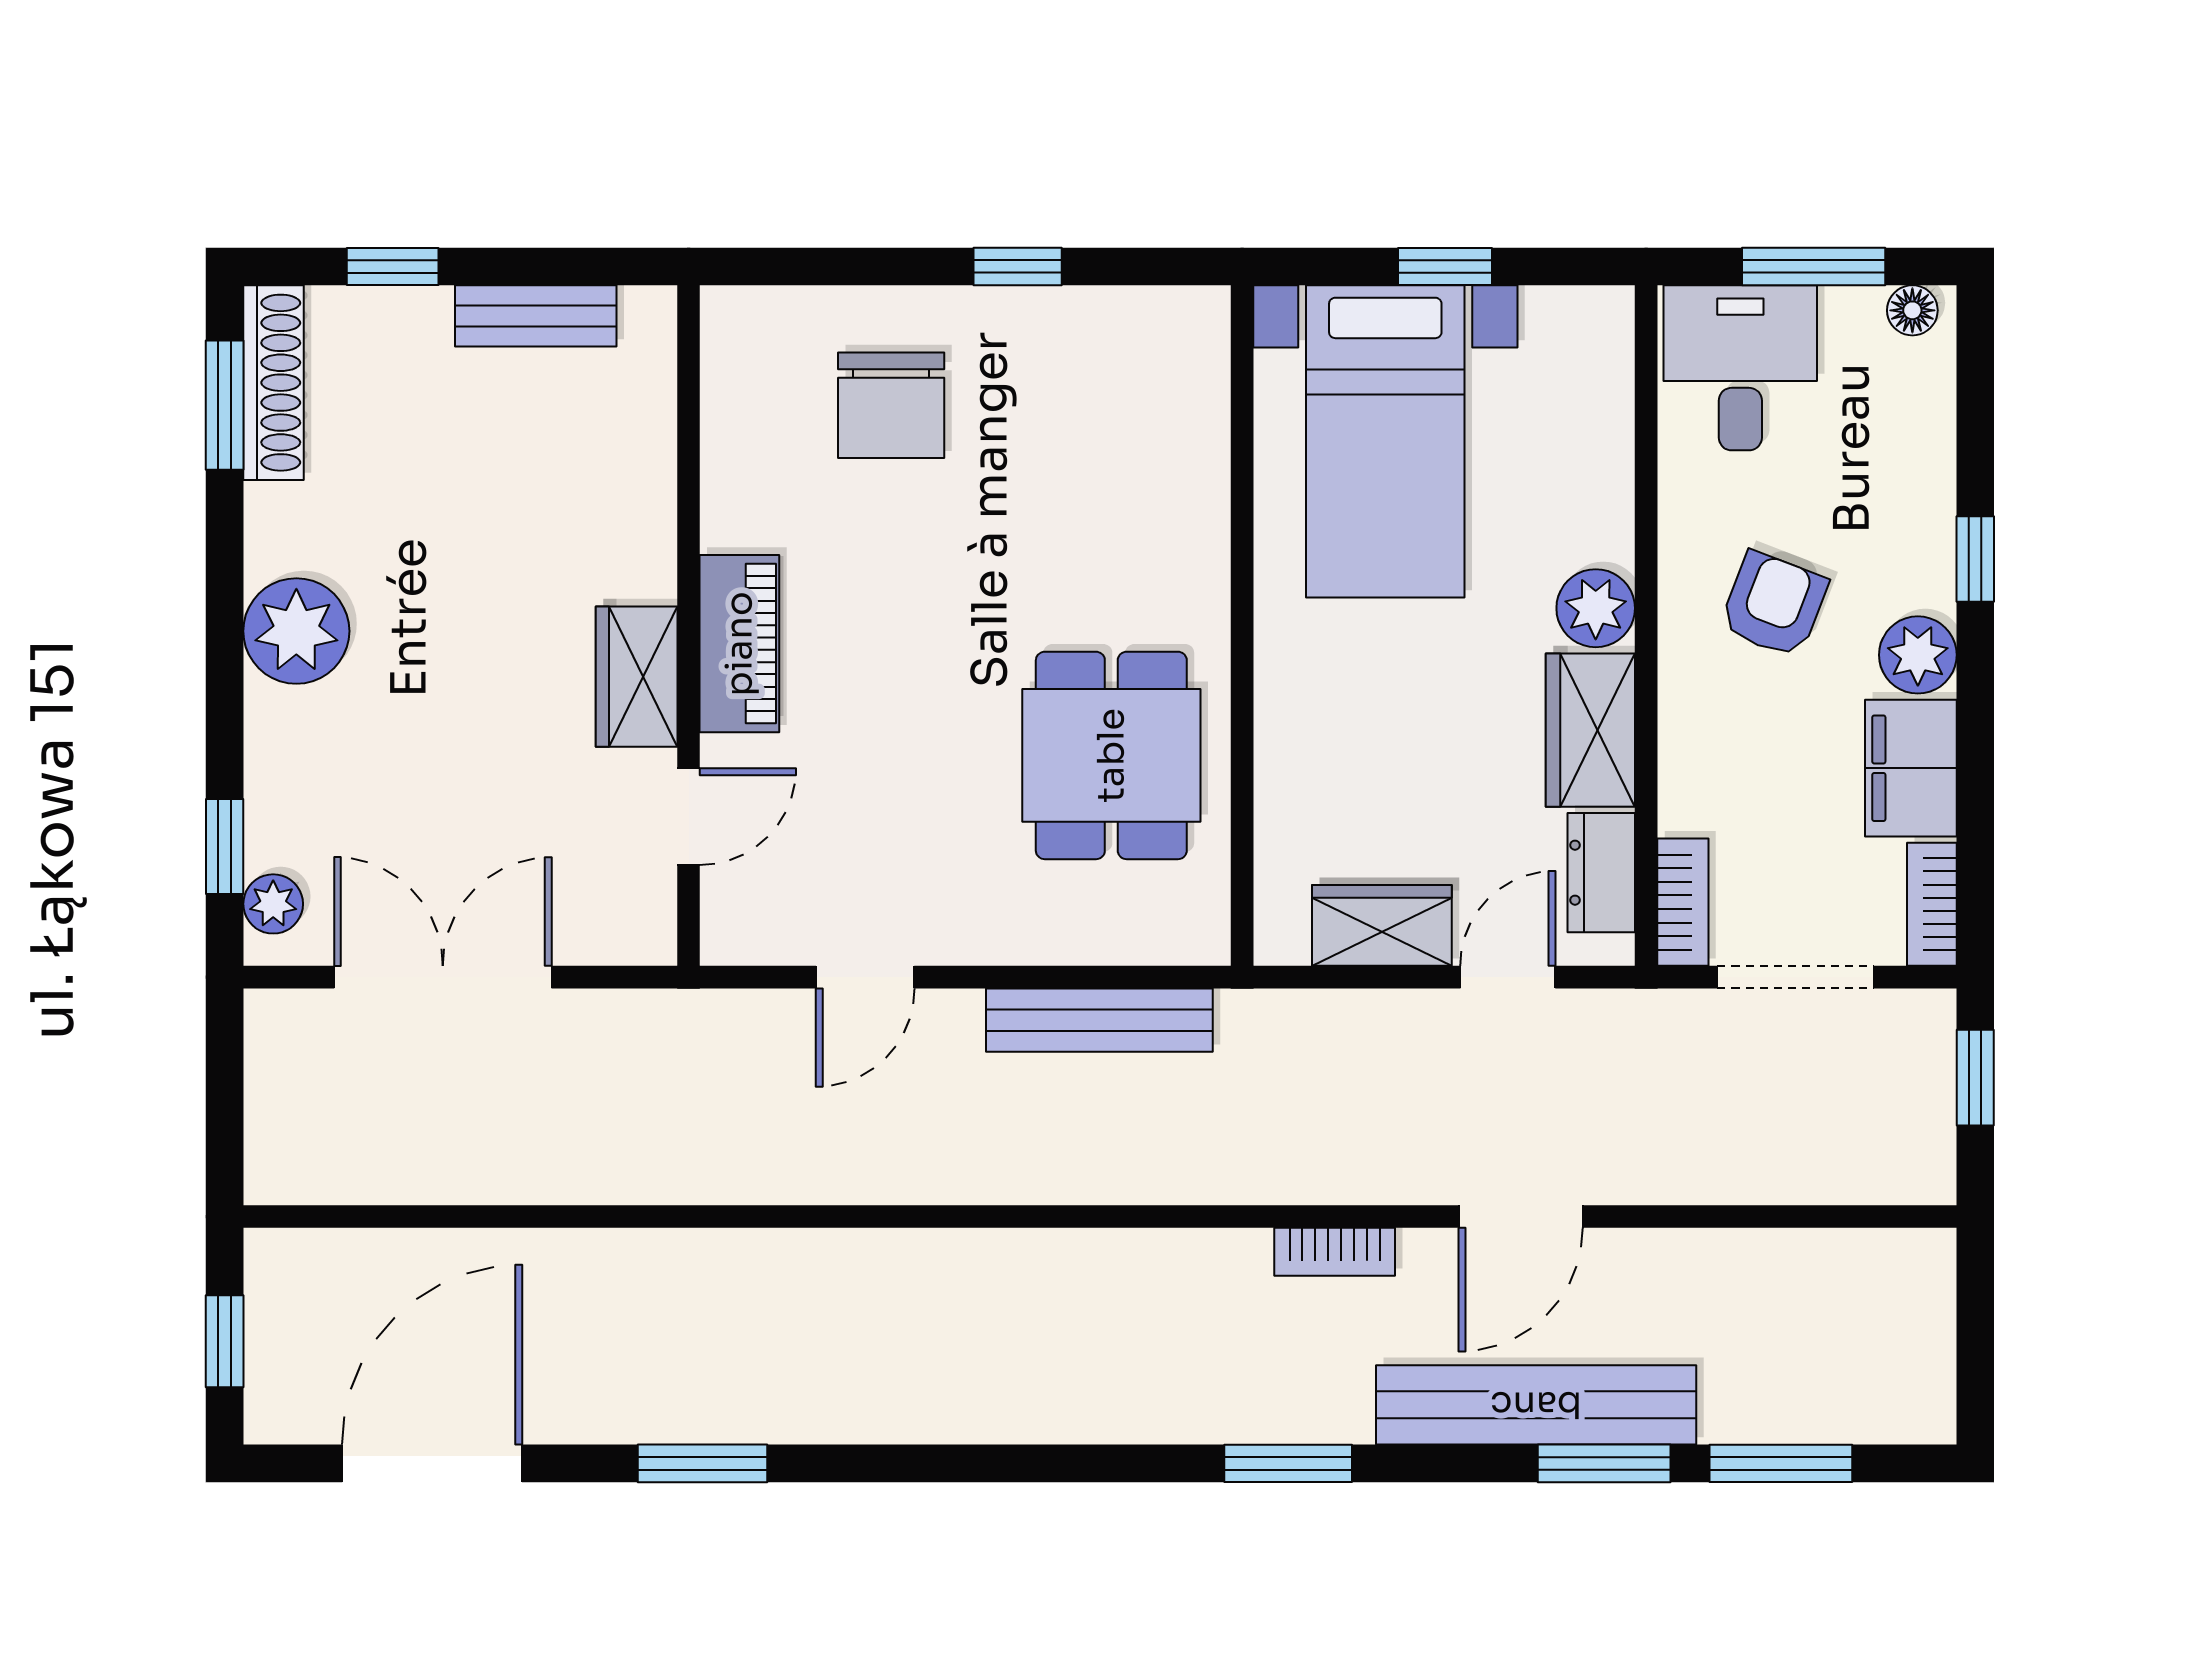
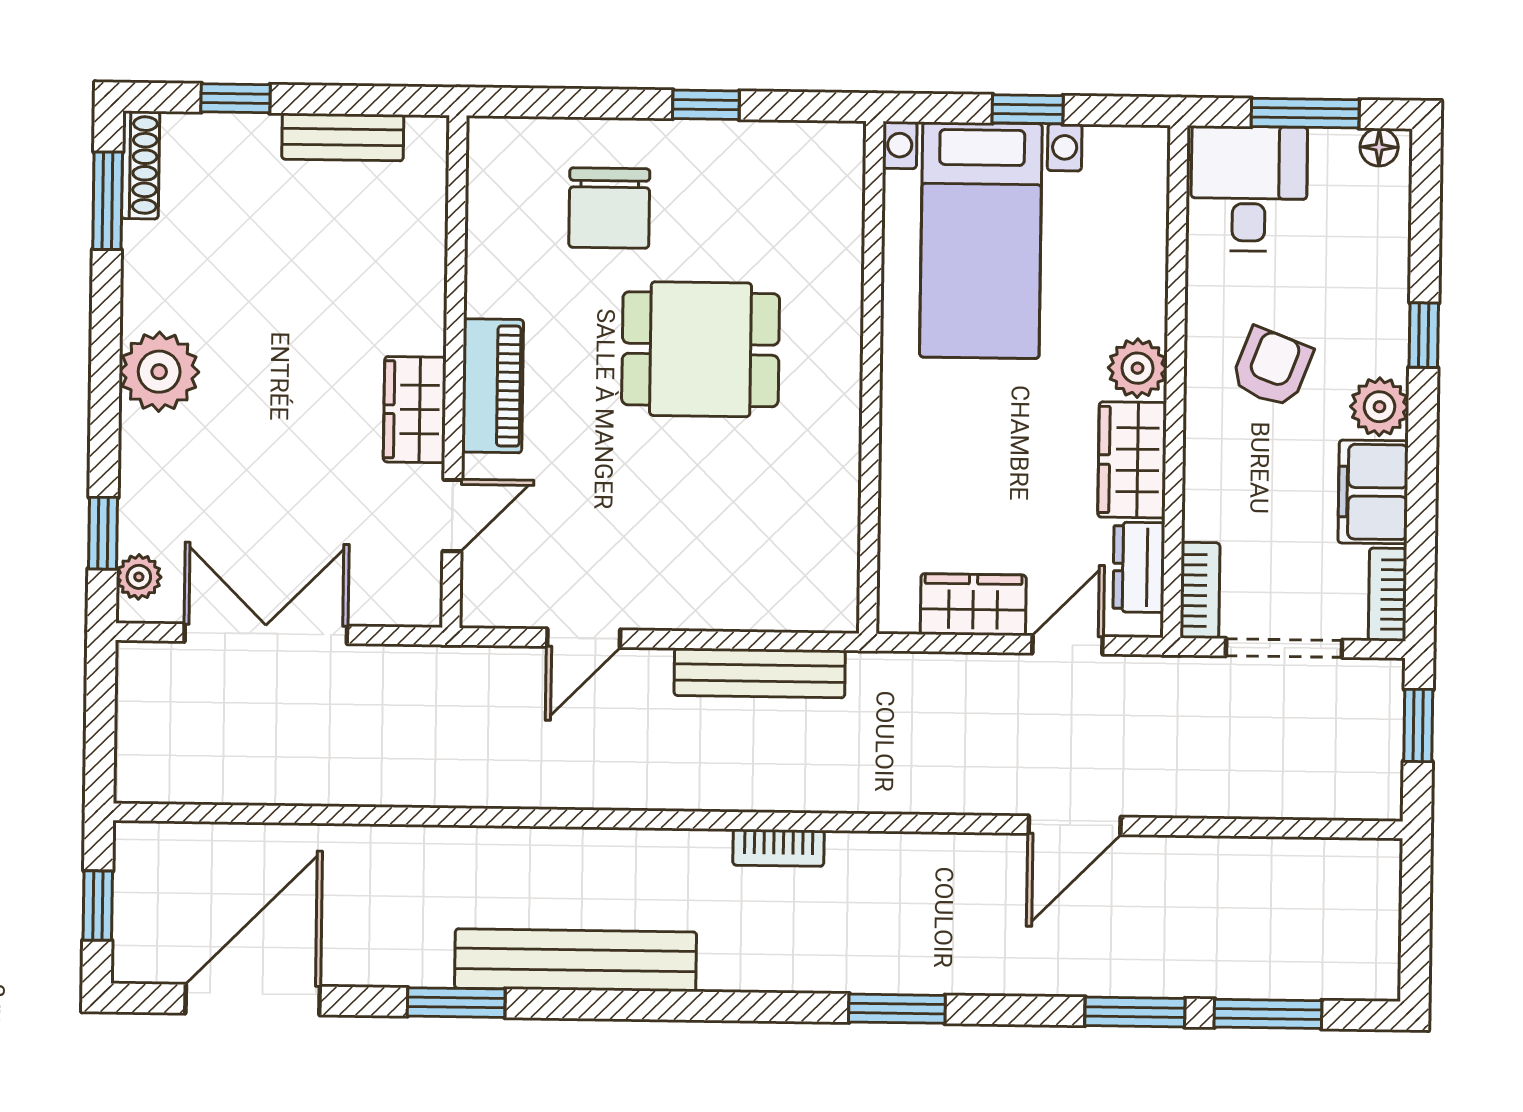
shoe rack: (274, 383) -> (141, 165), width x0.74, depth x0.81
dining table: (1111, 755) -> (701, 349), moved, turned 90
bookcase: (1335, 1252) -> (778, 848), moved
bench: (1536, 1405) -> (576, 960), moved

